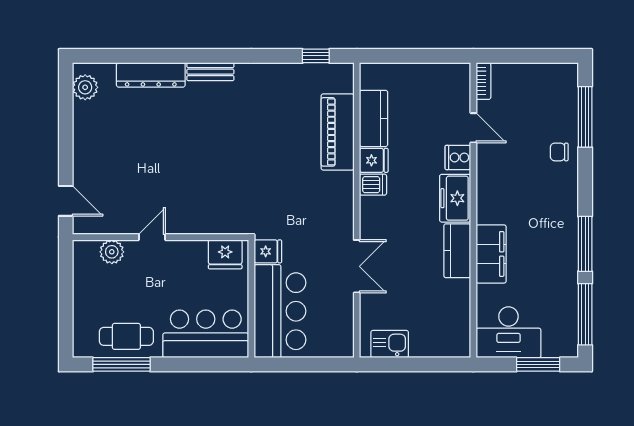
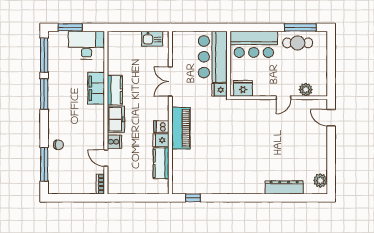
bench: (210, 72) -> (251, 189), removed
piano: (338, 132) -> (181, 128), moved

